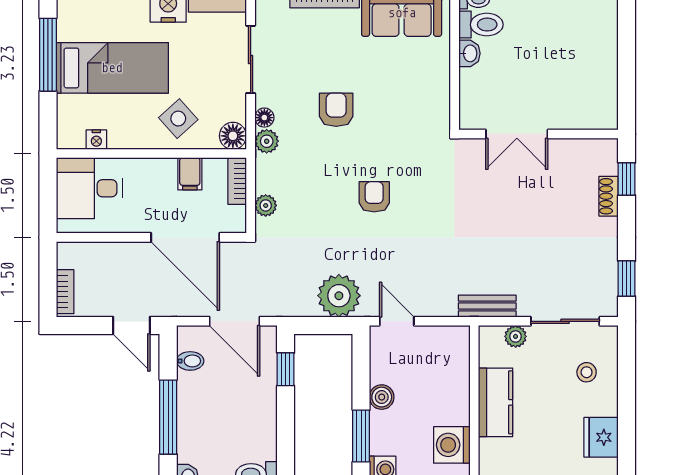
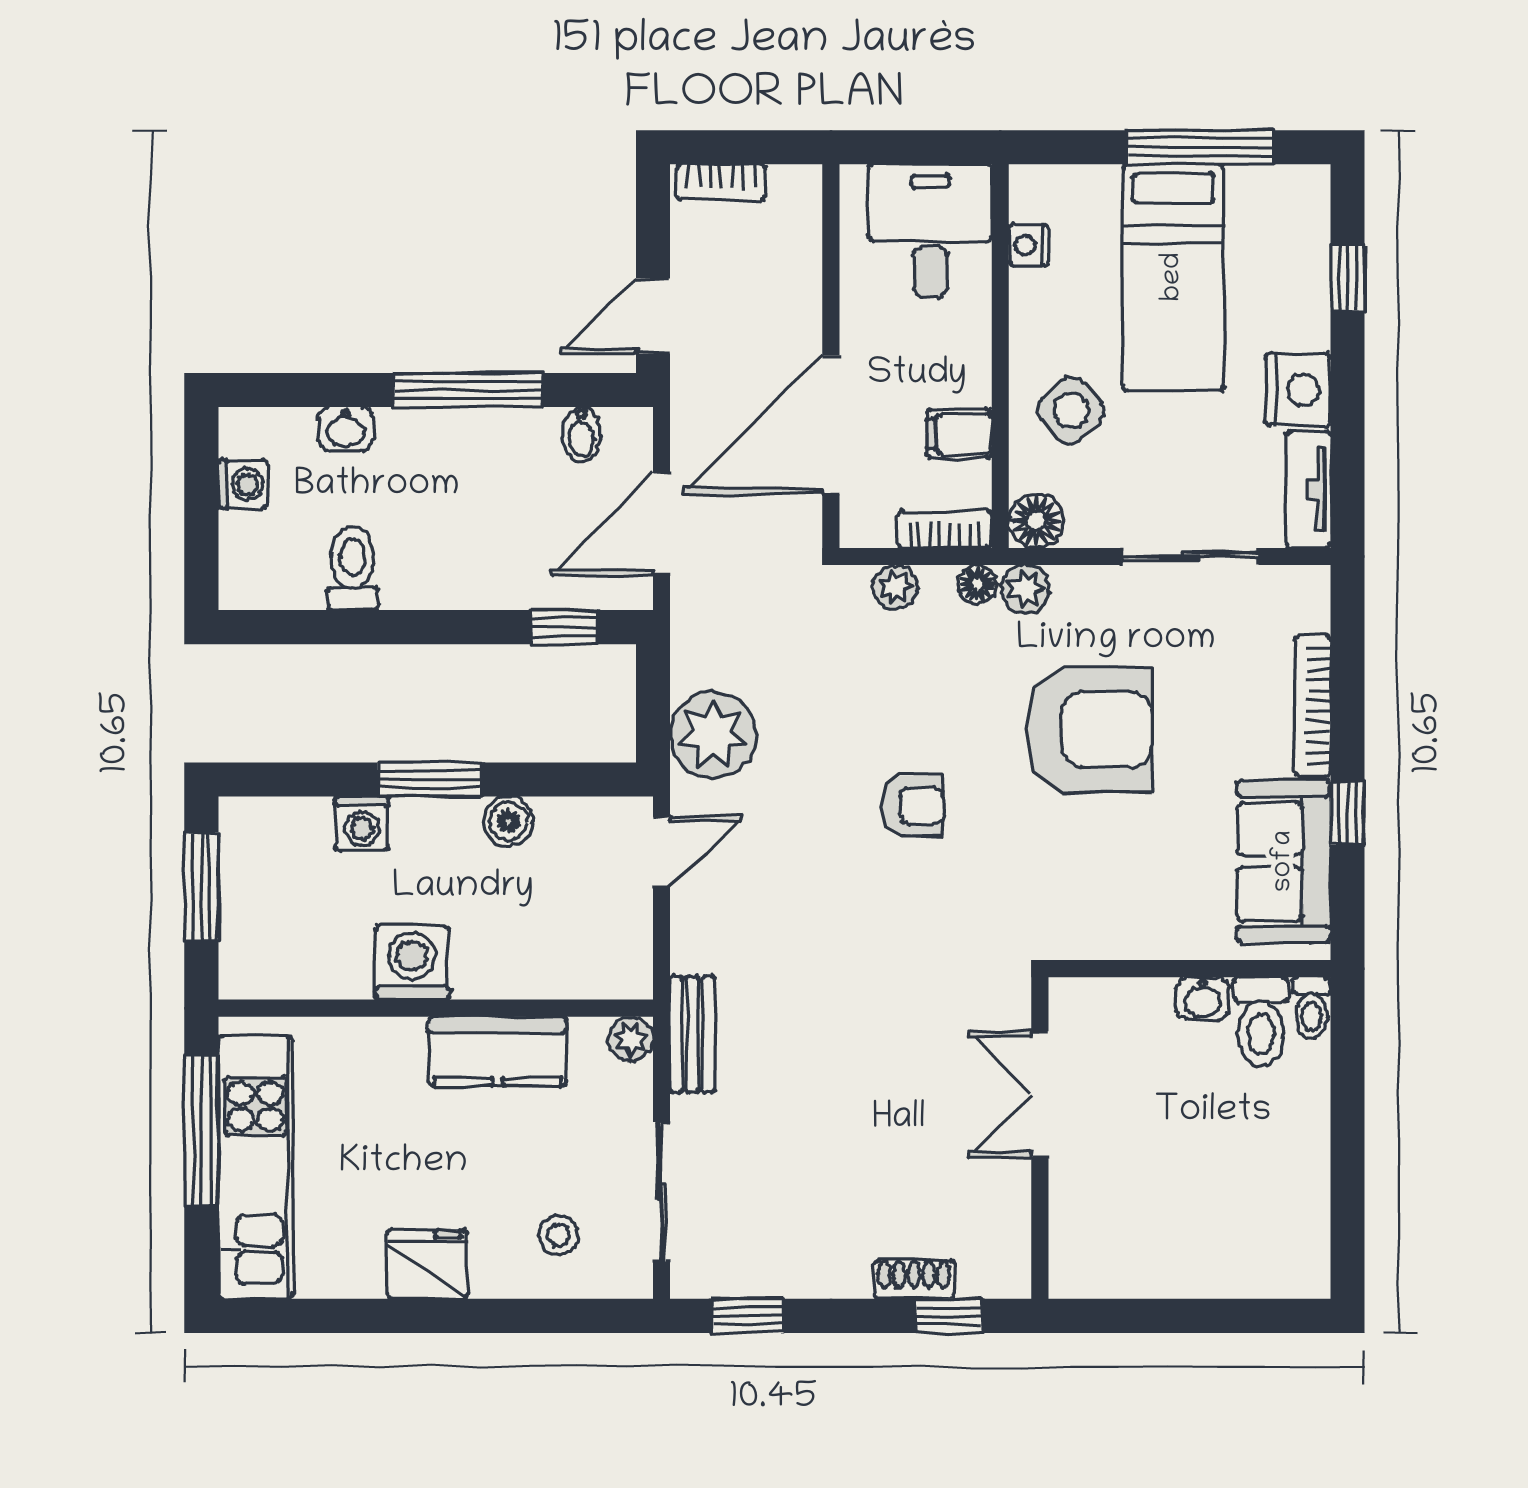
armchair: (336, 110) -> (1089, 729), width x1.88, depth x1.88
floor lamp: (264, 118) -> (977, 584), moved
plant: (516, 336) -> (631, 1039), moved

